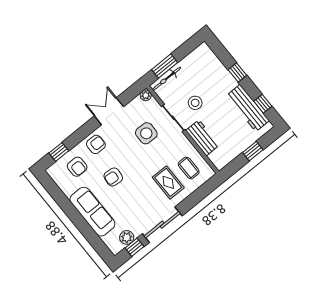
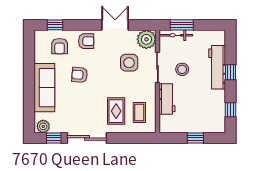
plant: (146, 95) -> (146, 39), width x1.87, depth x1.87
workbench: (248, 108) -> (217, 67), moved
plant: (127, 237) -> (43, 126), moved

